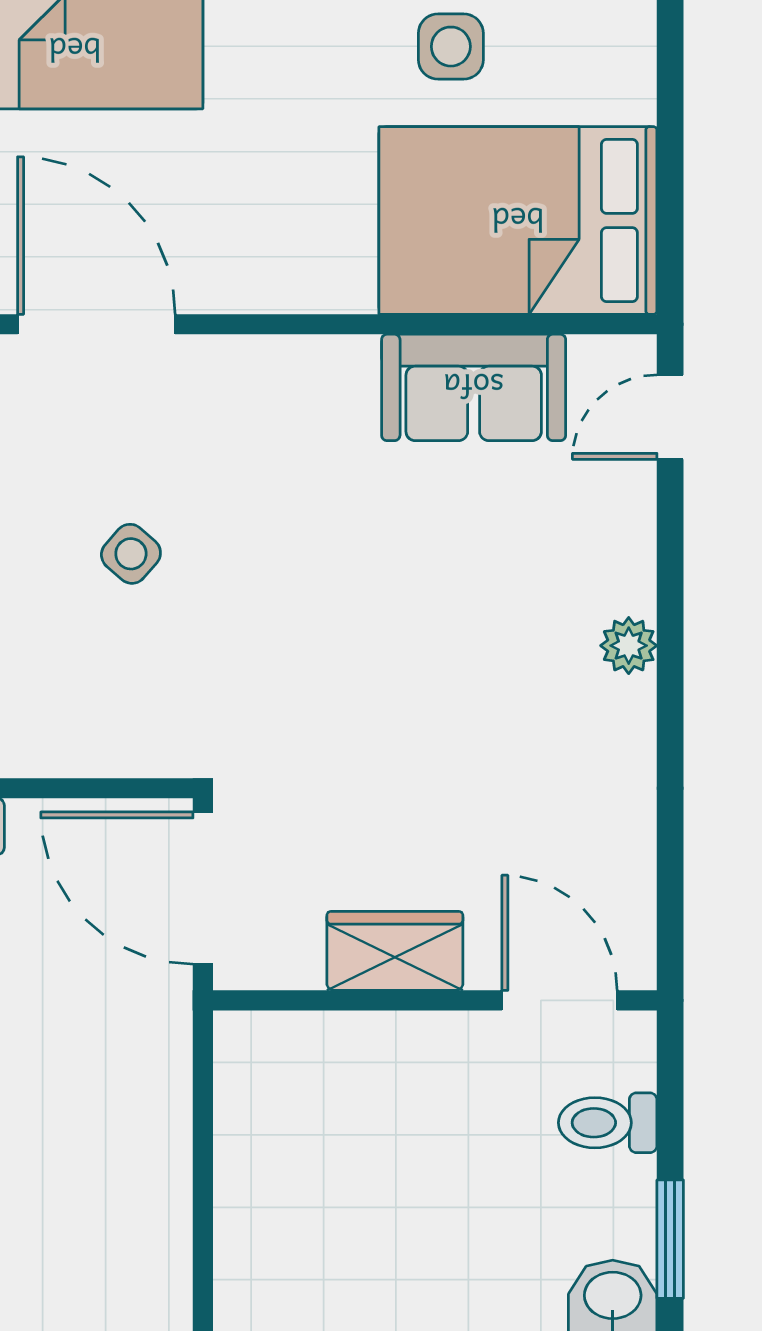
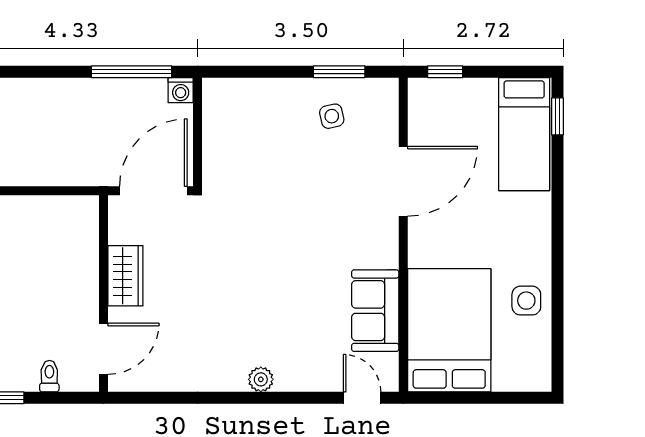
door: (96, 324) -> (403, 181), moved
side table: (131, 554) -> (332, 116), moved, turned 36
toilet: (608, 1123) -> (49, 376), width x0.73, depth x0.72

